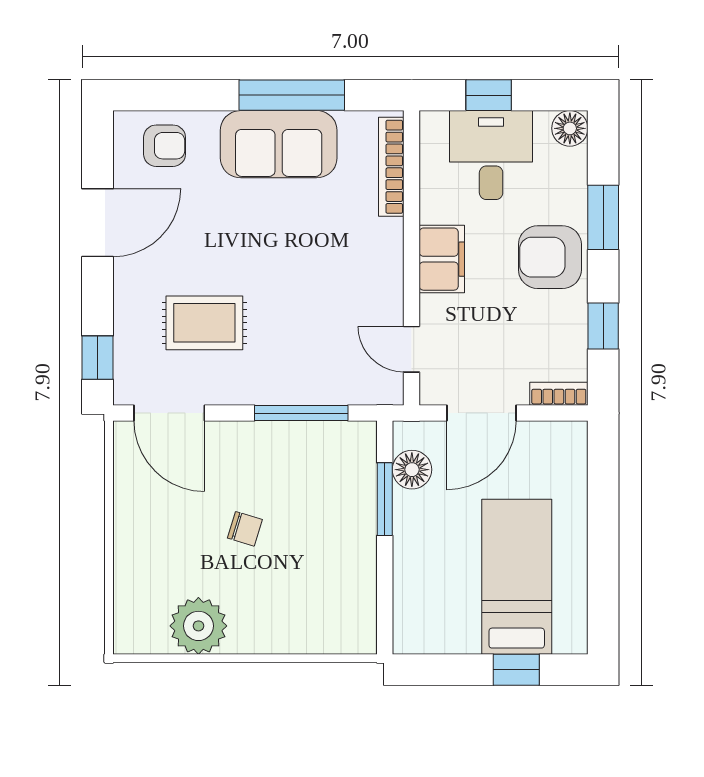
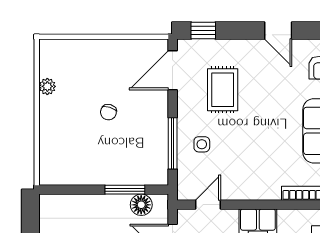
door: (97, 223) -> (278, 31), width x0.73
side table: (303, 360) -> (202, 144), added
plant: (198, 626) -> (47, 86), width x0.53, depth x0.53

